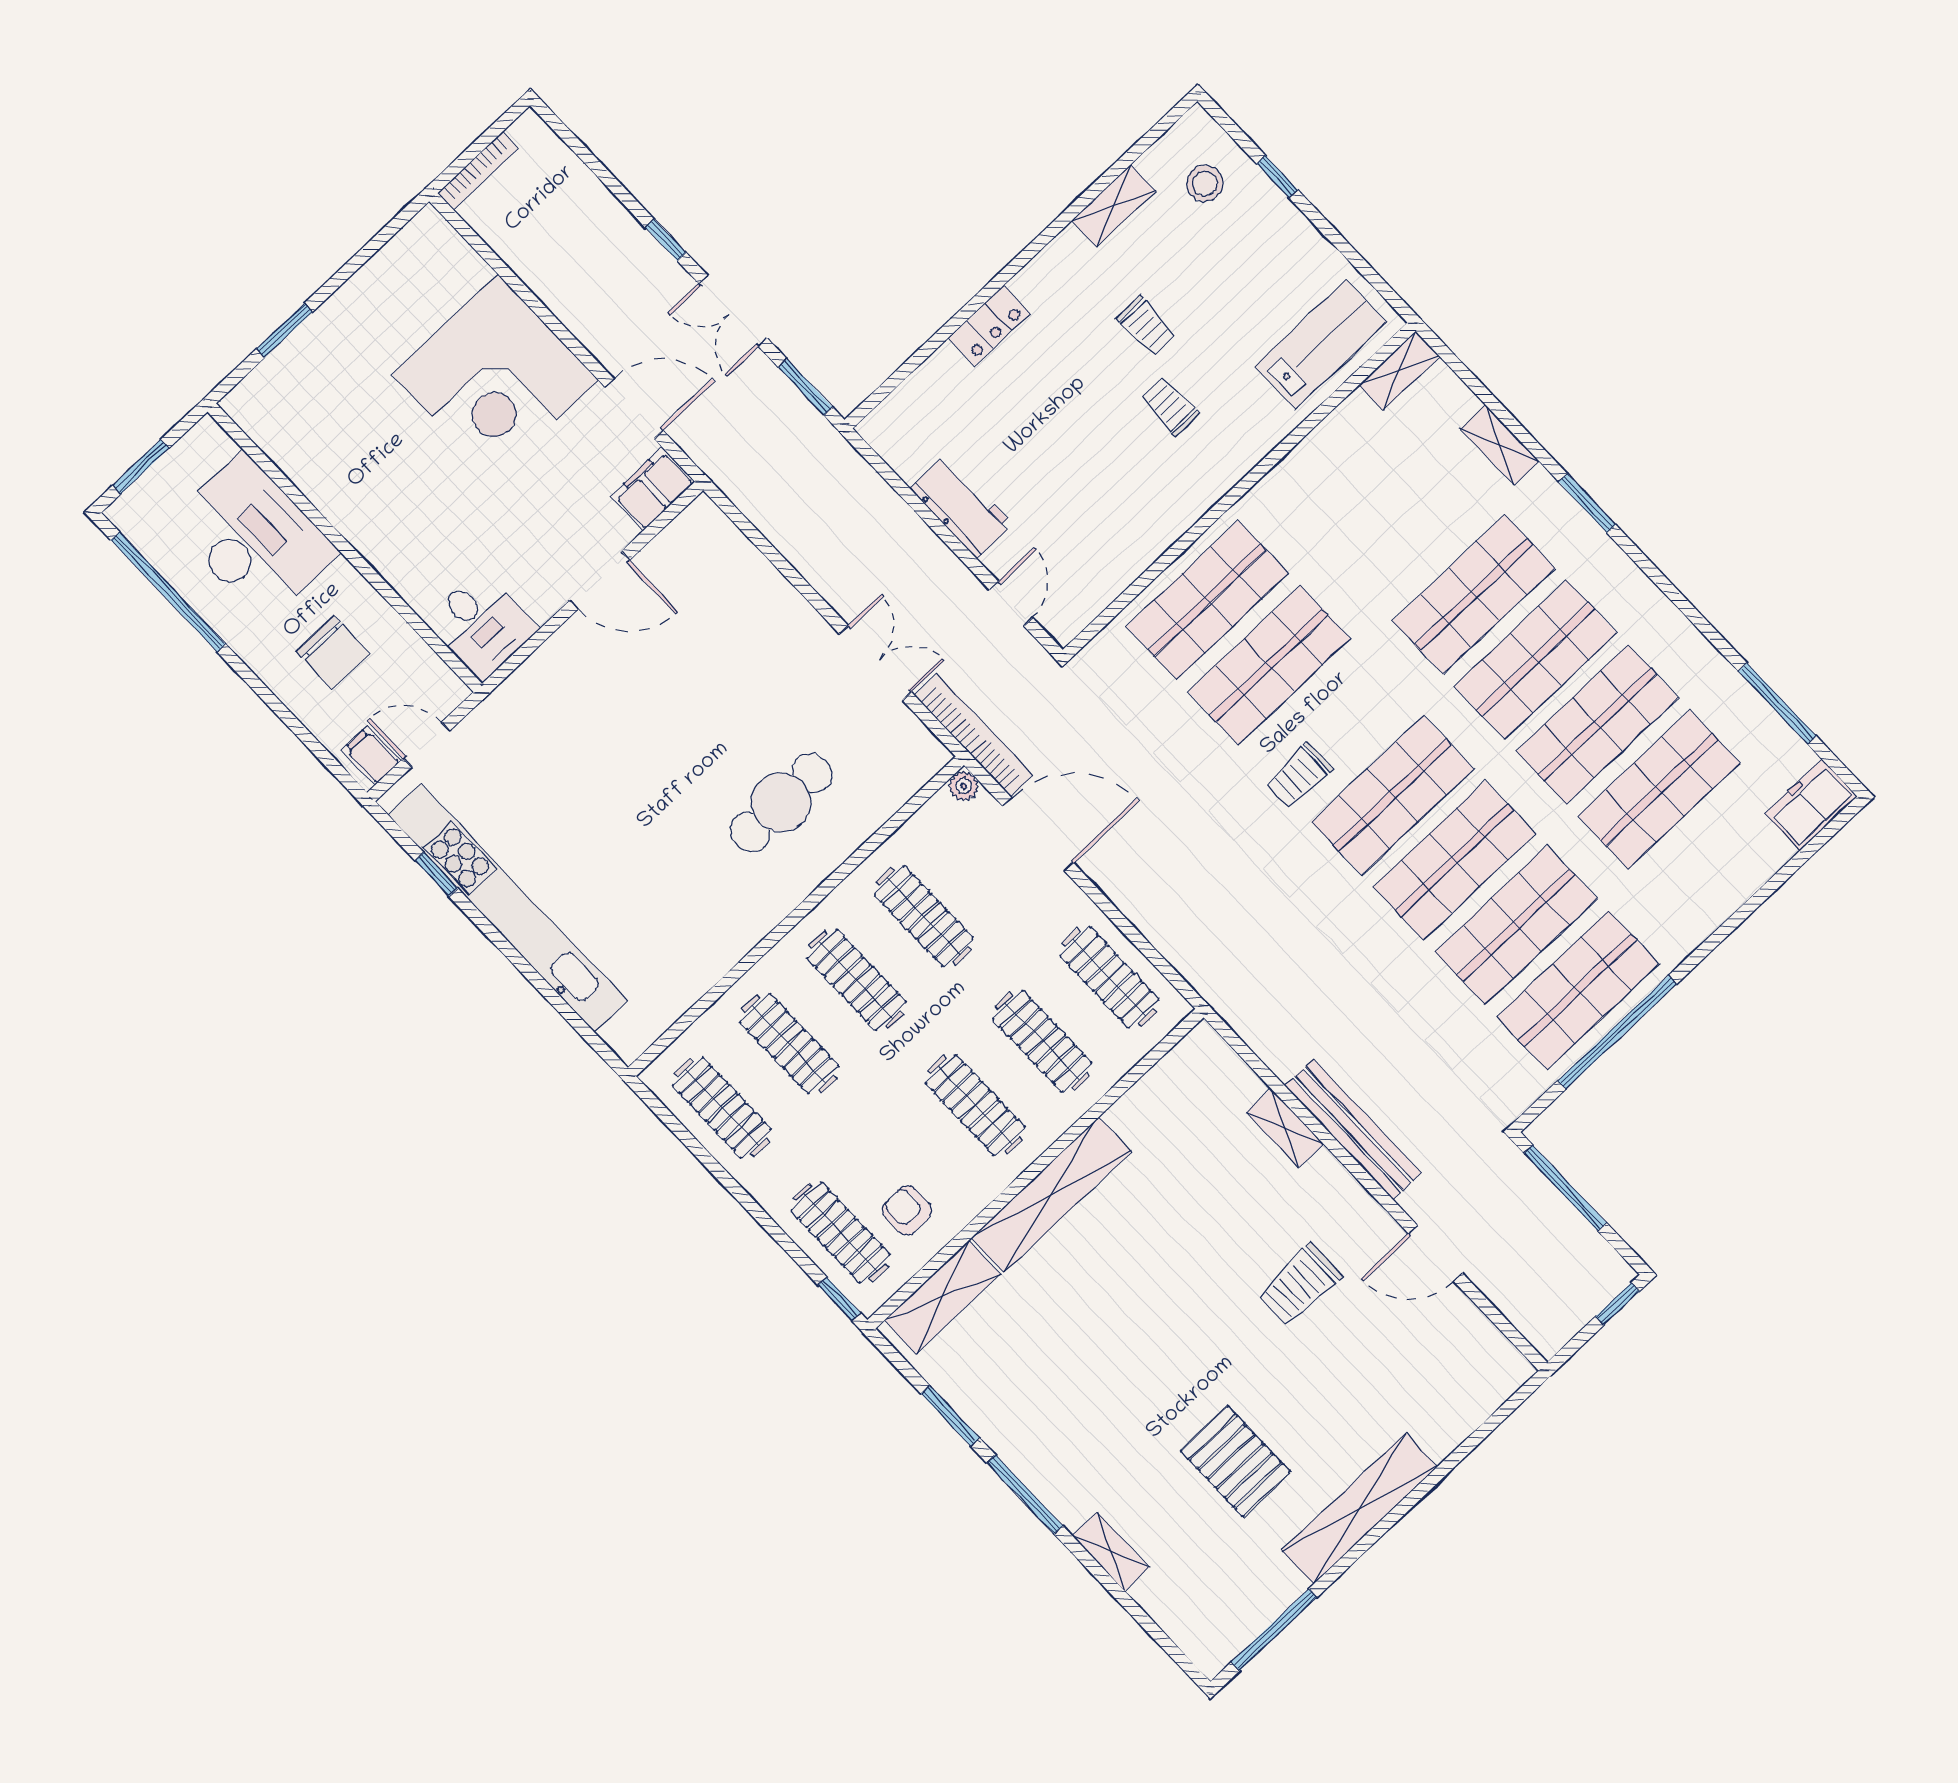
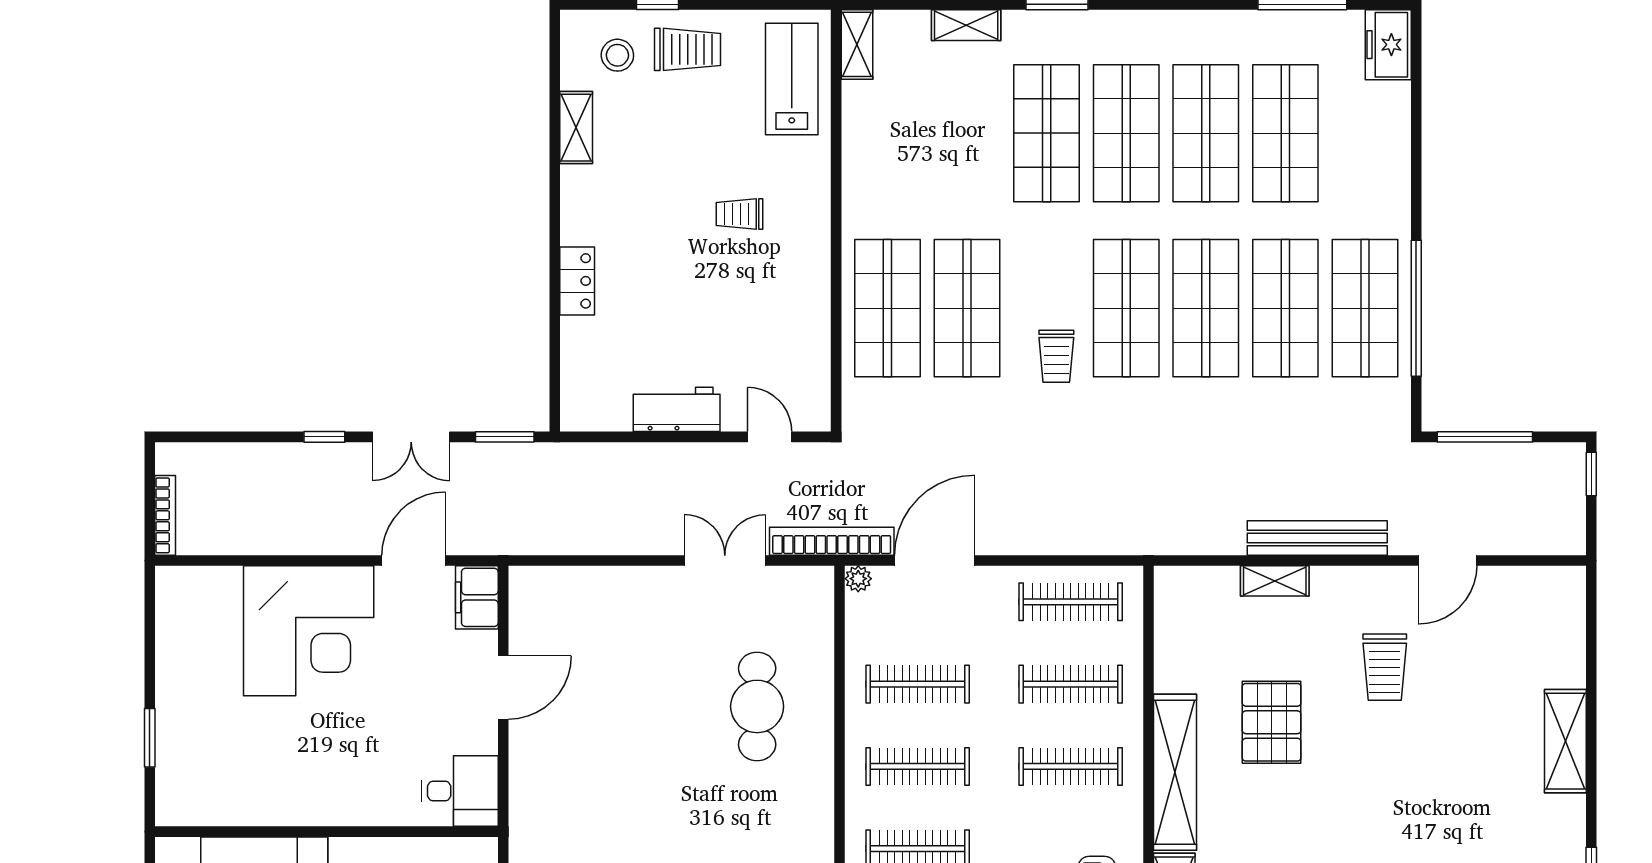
trolley: (1146, 326) -> (687, 49), moved, width x1.36, depth x1.39
pallet: (1235, 1461) -> (1272, 722), moved, turned 90
shelving: (1360, 1508) -> (1565, 741), width x0.68

